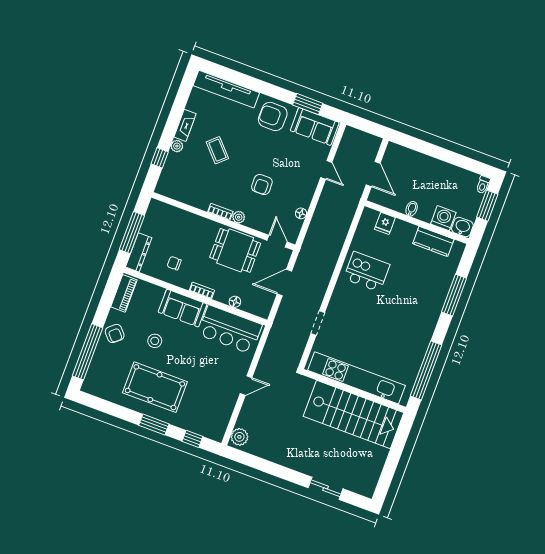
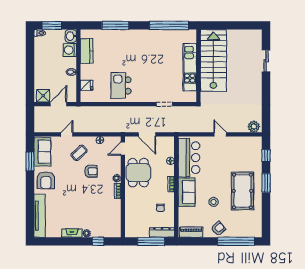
coffee table: (217, 150) -> (79, 153), moved
shower: (393, 157) -> (43, 96), added
kitchen unit: (356, 378) -> (190, 67), width x0.73

